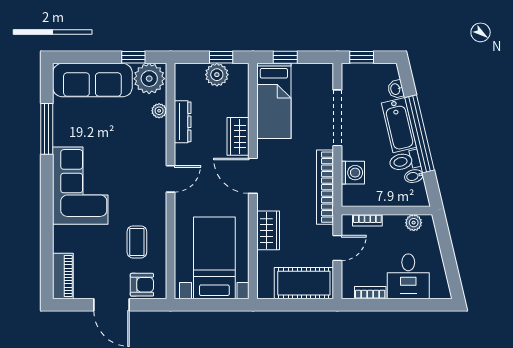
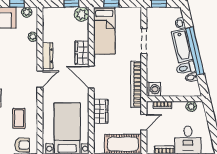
plant: (217, 75) -> (82, 14), moved
plant: (149, 79) -> (27, 12), width x0.53, depth x0.53
doorway: (337, 118) -> (144, 41), width x0.73
dresser: (183, 122) -> (47, 56), moved
washing machine: (353, 173) -> (153, 89), moved

